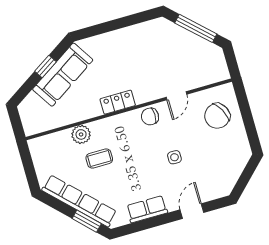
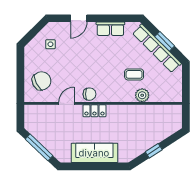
sofa: (63, 75) -> (94, 153), moved, turned 33
locker: (118, 102) -> (94, 111), moved
side table: (174, 157) -> (50, 44), moved
window: (87, 221) -> (165, 41), moved

